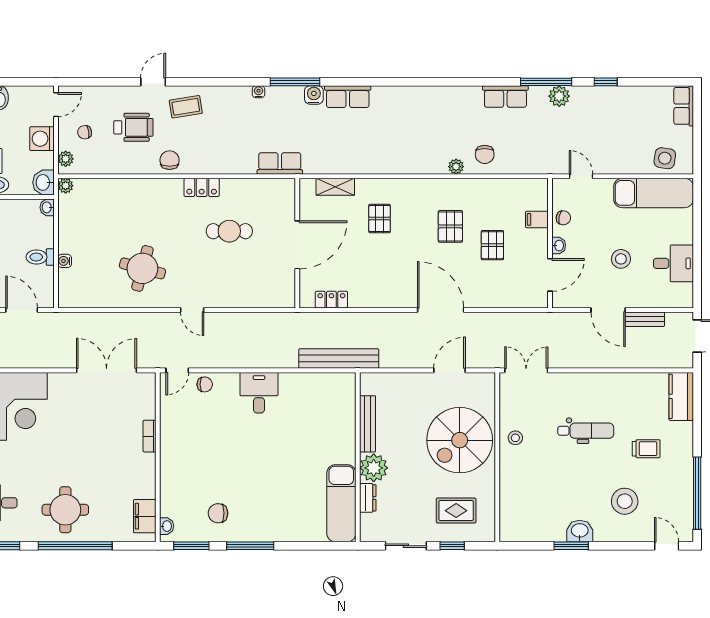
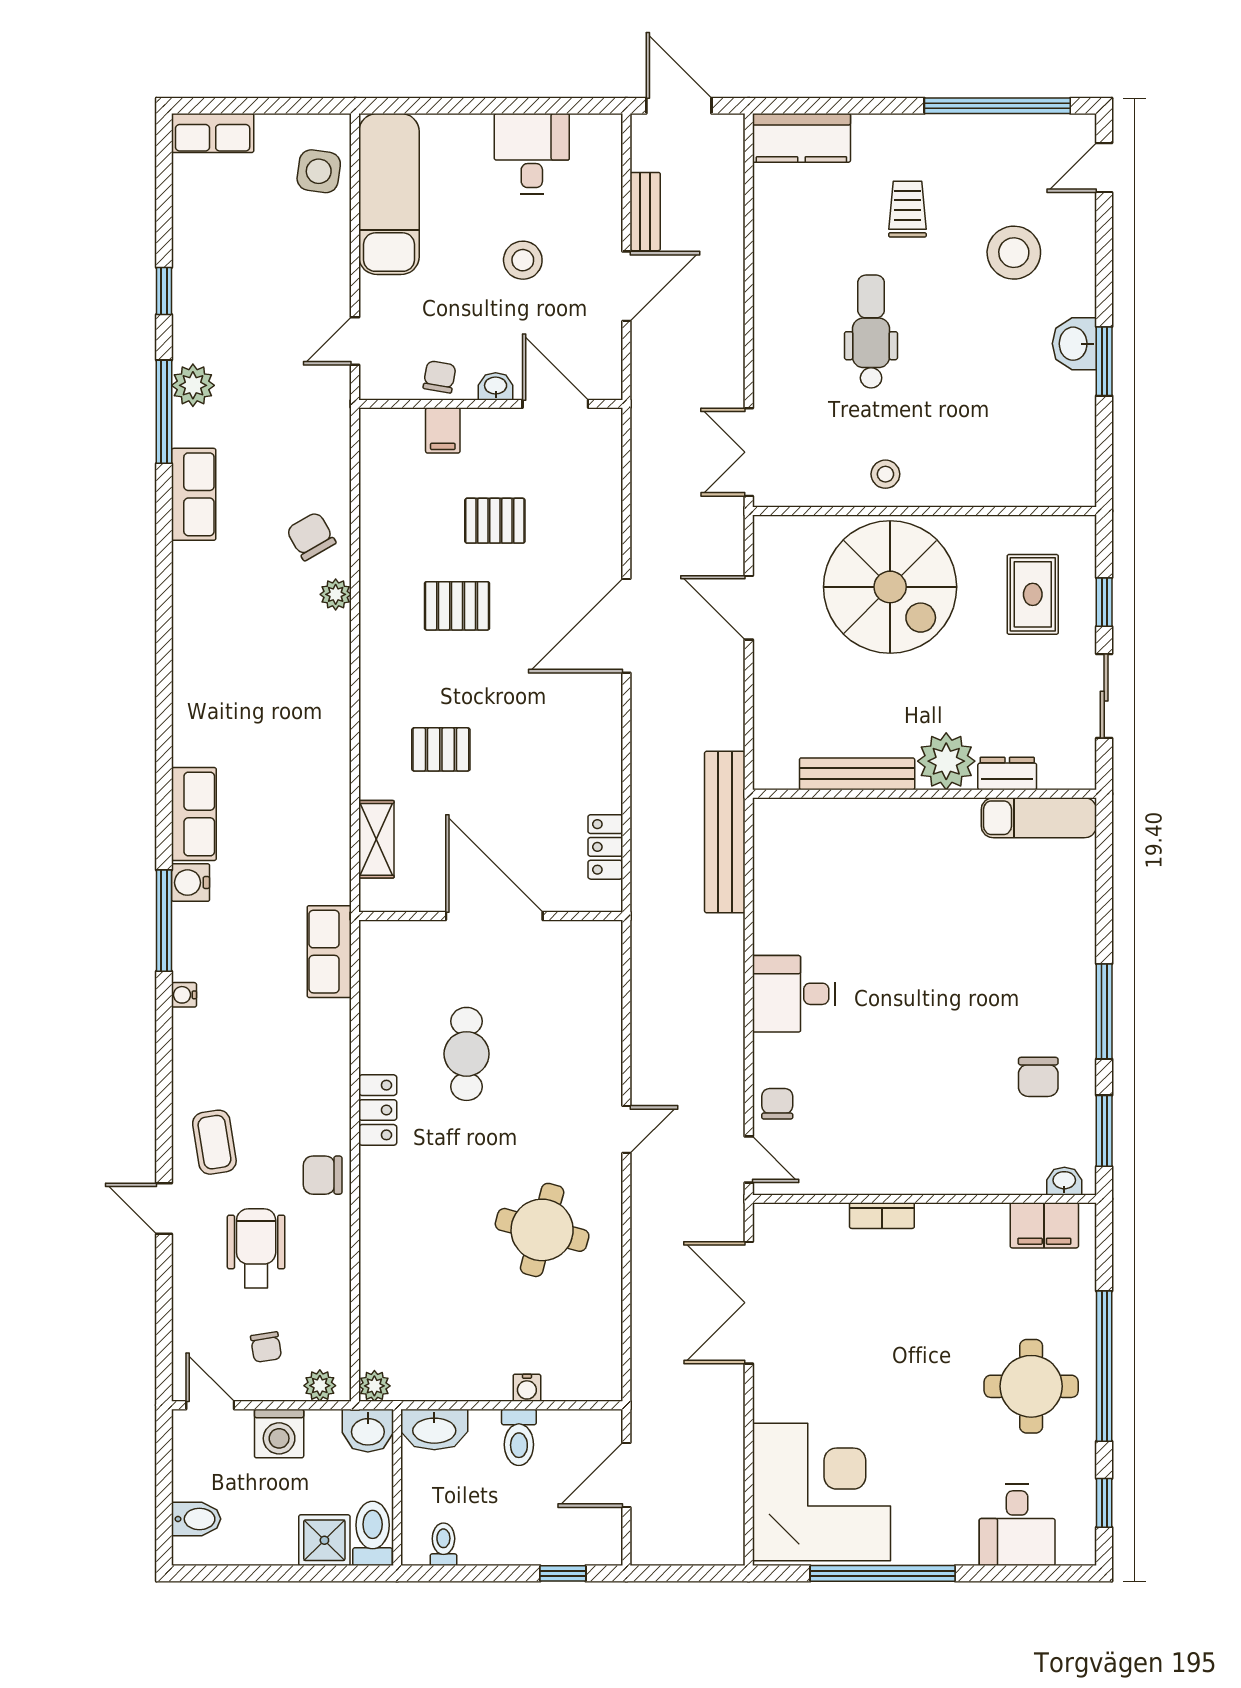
chair: (485, 154) -> (311, 536), turned -120
washbasin: (47, 207) -> (434, 1429), width x1.91, depth x1.45
exam couch: (341, 503) -> (1039, 818), width x0.73, depth x0.69

